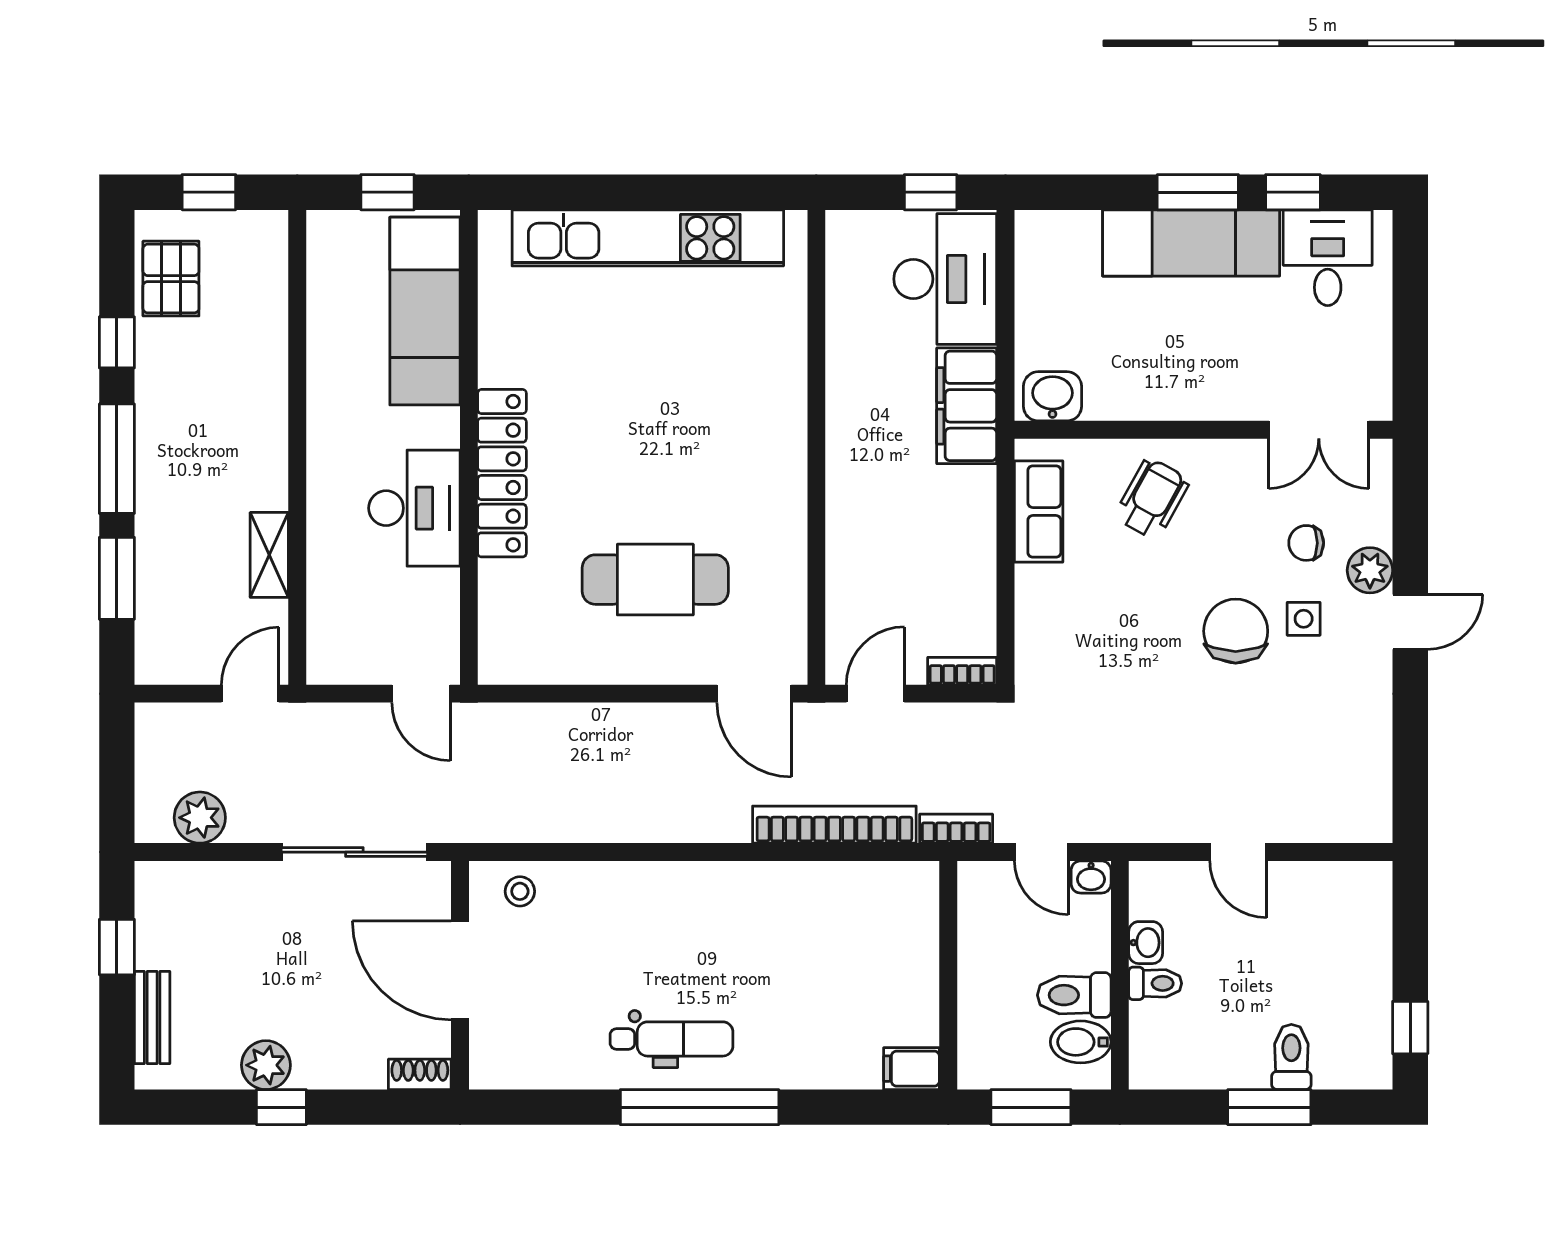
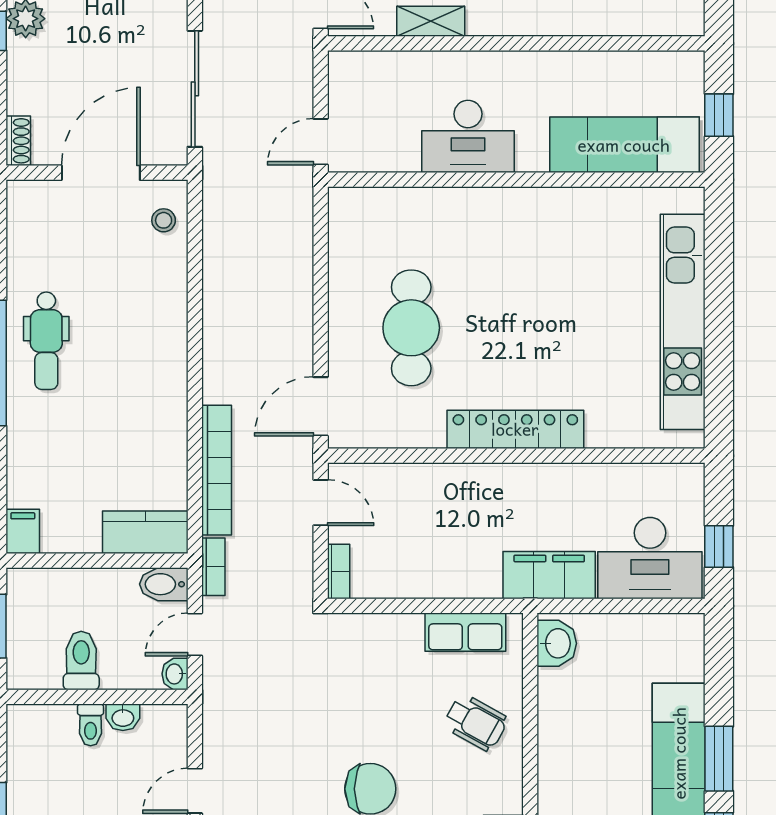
locker: (502, 473) -> (515, 429), moved, turned 180
kitchen counter: (913, 914) -> (145, 532), added
bidet: (1081, 1042) -> (164, 584), moved, turned -90

